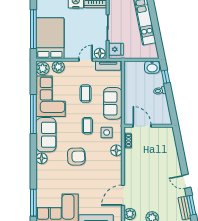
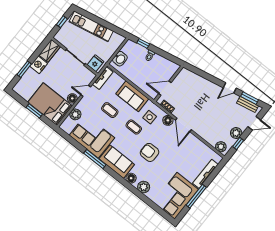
window: (33, 29) -> (34, 111), width x0.47
floor lamp: (100, 53) -> (72, 98), moved
door: (86, 60) -> (86, 91), hinge flipped
washbasin: (152, 67) -> (120, 59), moved
plant: (43, 68) -> (144, 187), moved
window: (33, 114) -> (95, 159), width x0.68
armchair: (76, 157) -> (150, 152), turned -88
door: (123, 195) -> (183, 125), moved
window: (33, 203) -> (158, 209), removed

